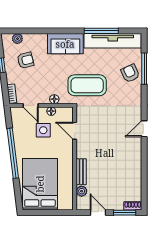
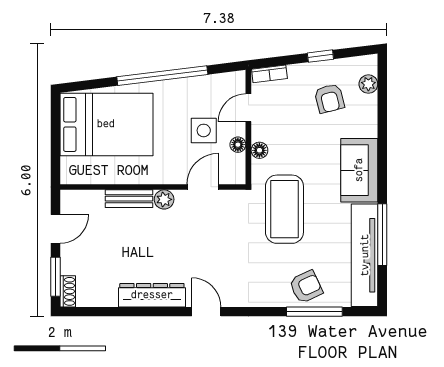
dresser: (135, 159) -> (152, 295), added
plant: (82, 191) -> (164, 199), moved

